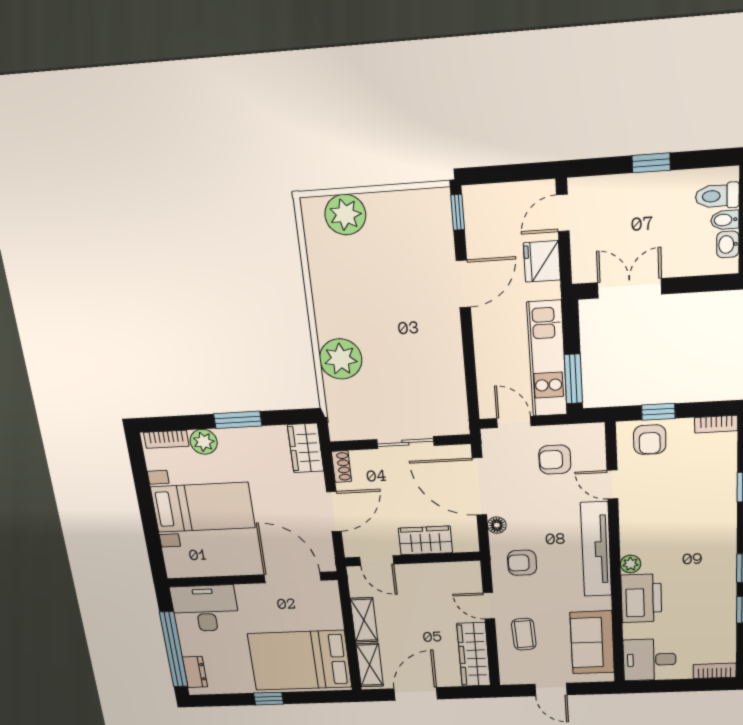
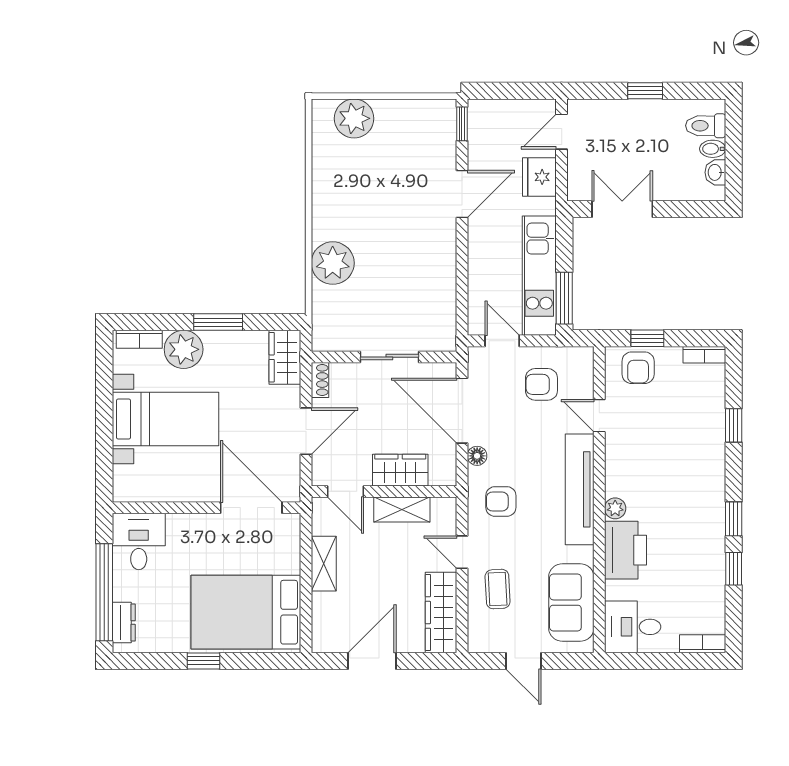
plant: (204, 442) -> (184, 349), width x1.36, depth x1.36
desk: (205, 608) -> (139, 541), width x0.73
shelving: (370, 665) -> (402, 509), moved, turned 90

